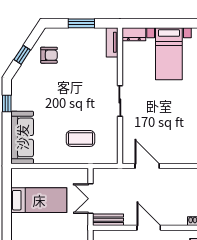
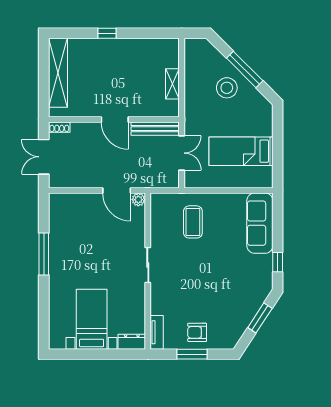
window: (22, 55) -> (260, 318), width x1.50
armchair: (49, 55) -> (197, 332), moved
coffee table: (81, 138) -> (193, 222), turned 90
plant: (128, 158) -> (138, 200), added
bench: (108, 220) -> (155, 129), width x1.36

